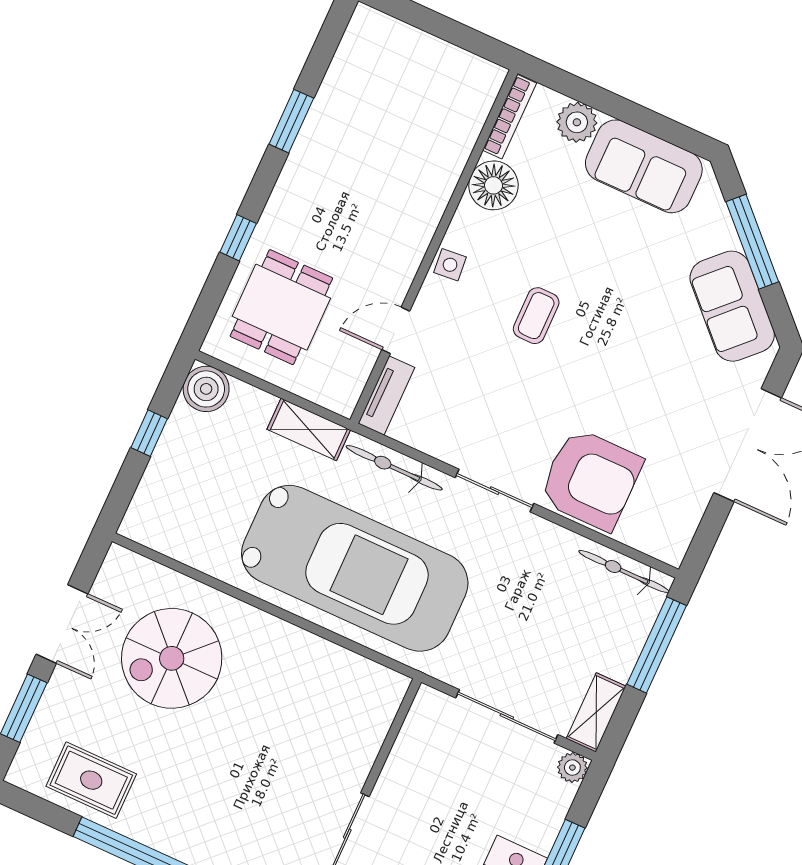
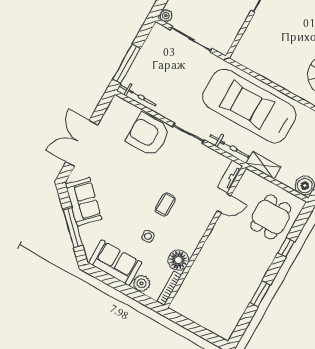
side table: (450, 265) -> (148, 236), moved
shelving: (596, 712) -> (154, 38), removed

